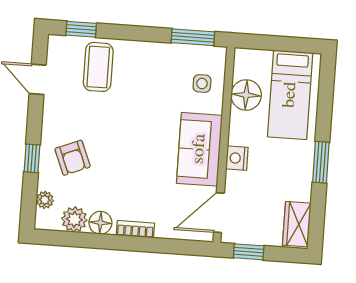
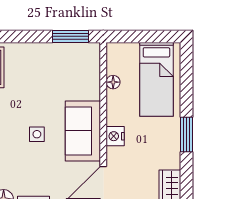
side table: (202, 83) -> (37, 134), moved
floor lamp: (246, 95) -> (113, 82), width x0.53, depth x0.53

